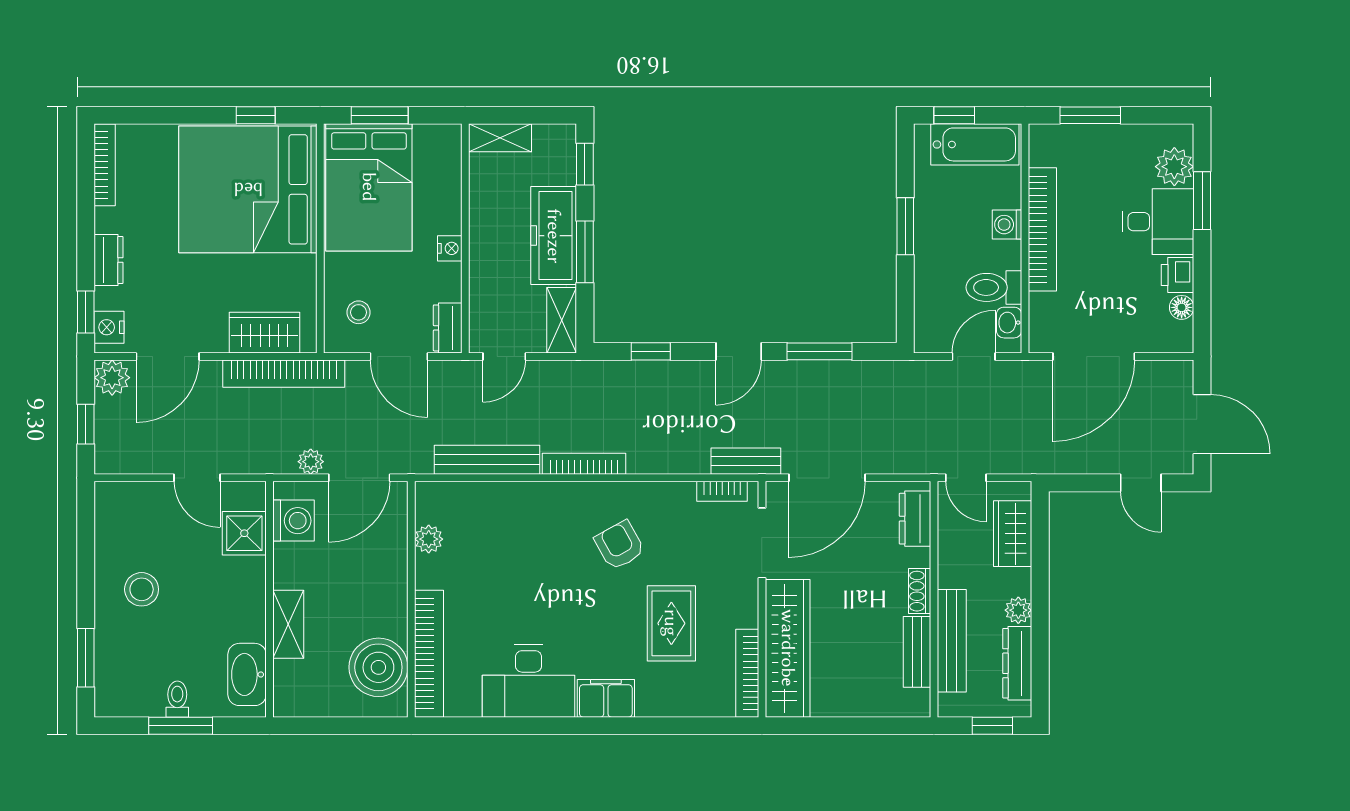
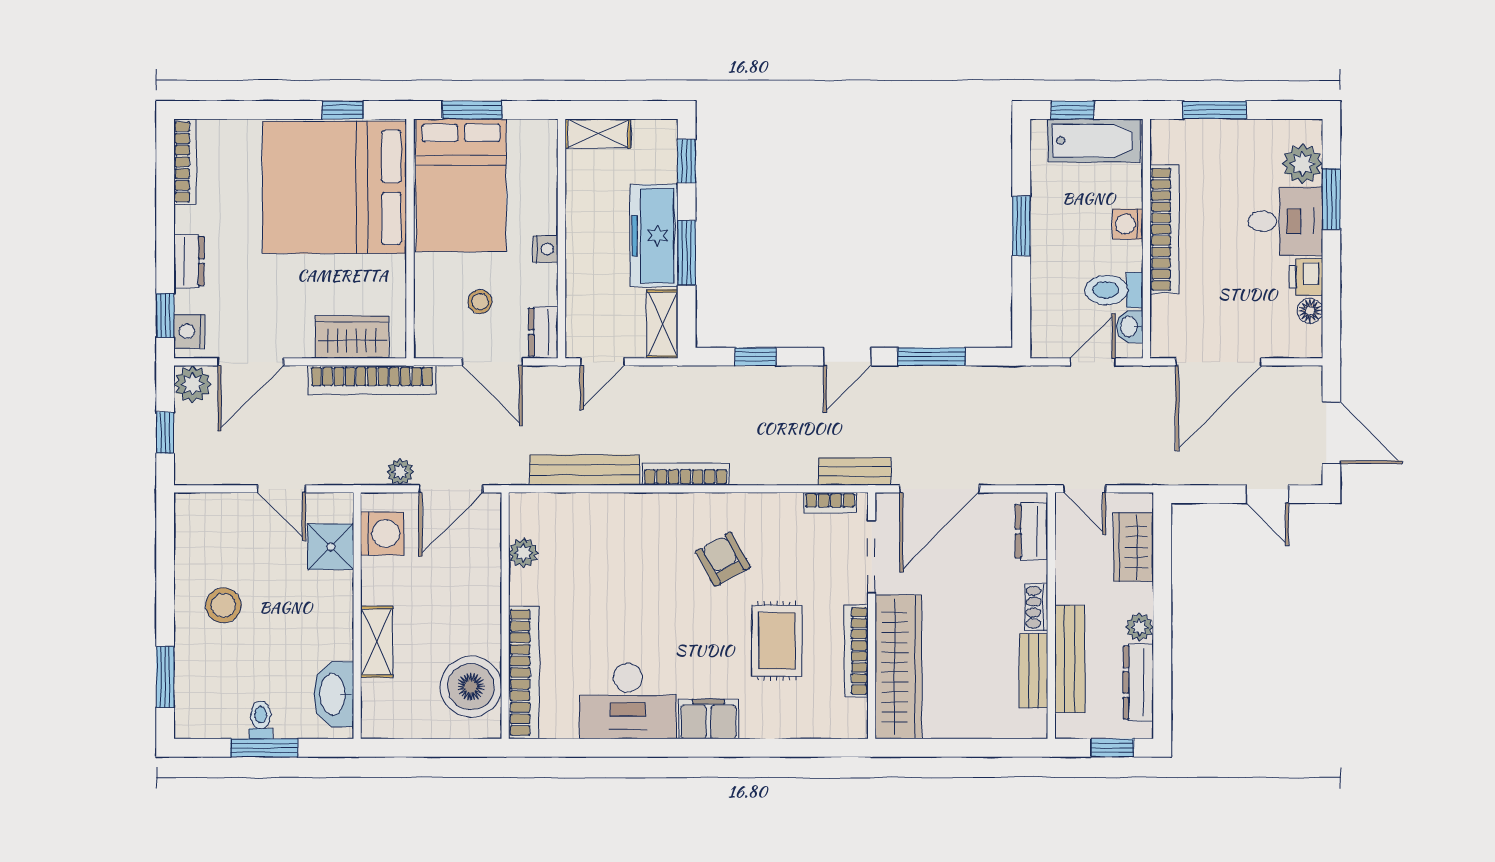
stool: (359, 312) -> (480, 302), moved
bookcase: (747, 673) -> (856, 651), moved

